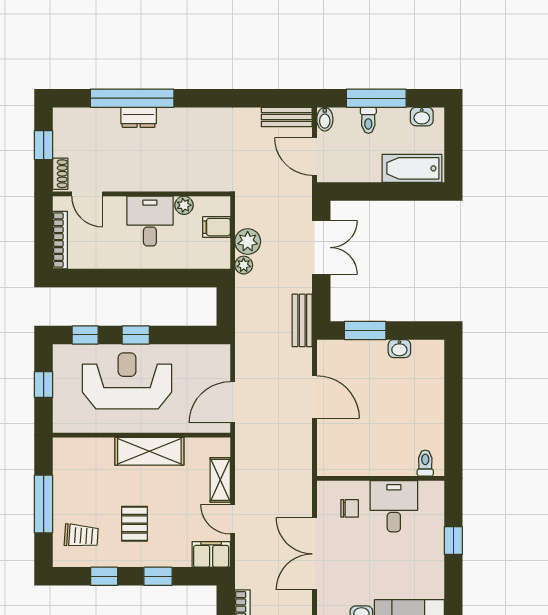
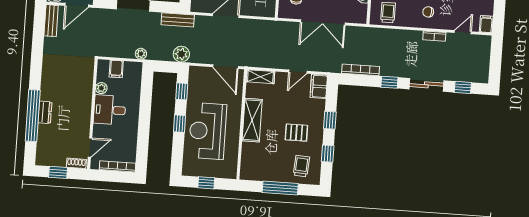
plant: (248, 241) -> (181, 54), moved
window: (85, 335) -> (182, 91), moved
shelving: (220, 480) -> (260, 77), moved

